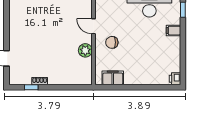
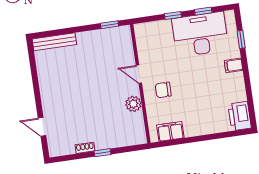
printer: (175, 79) -> (240, 116), width x1.87, depth x1.48
window: (31, 87) -> (102, 153), moved

